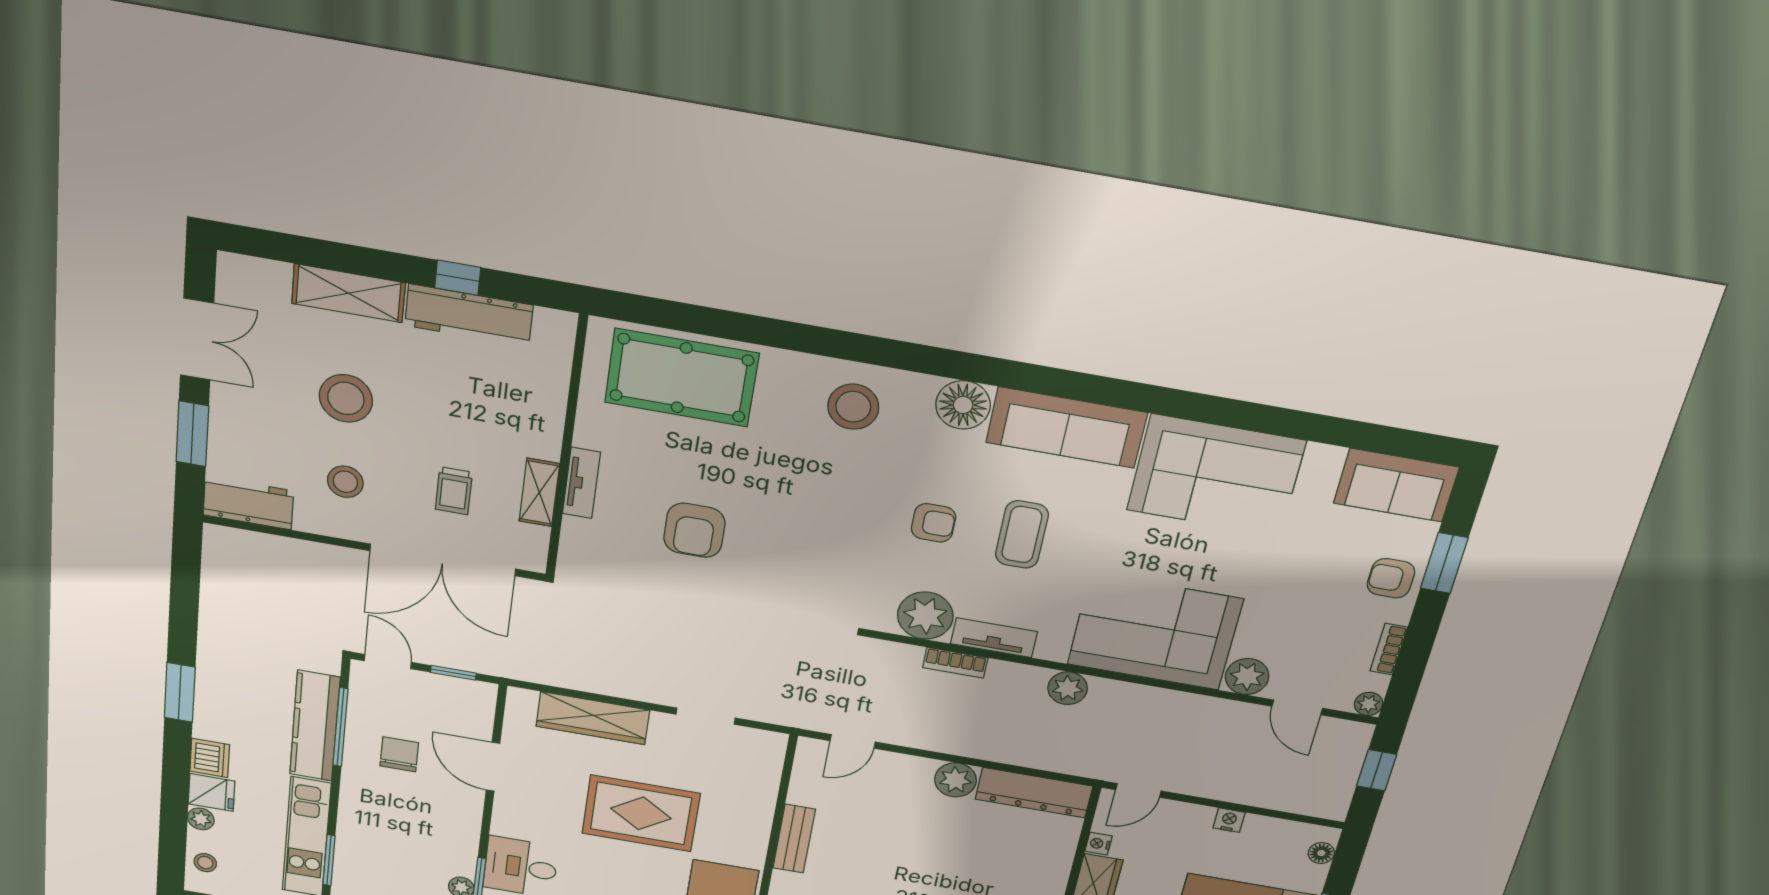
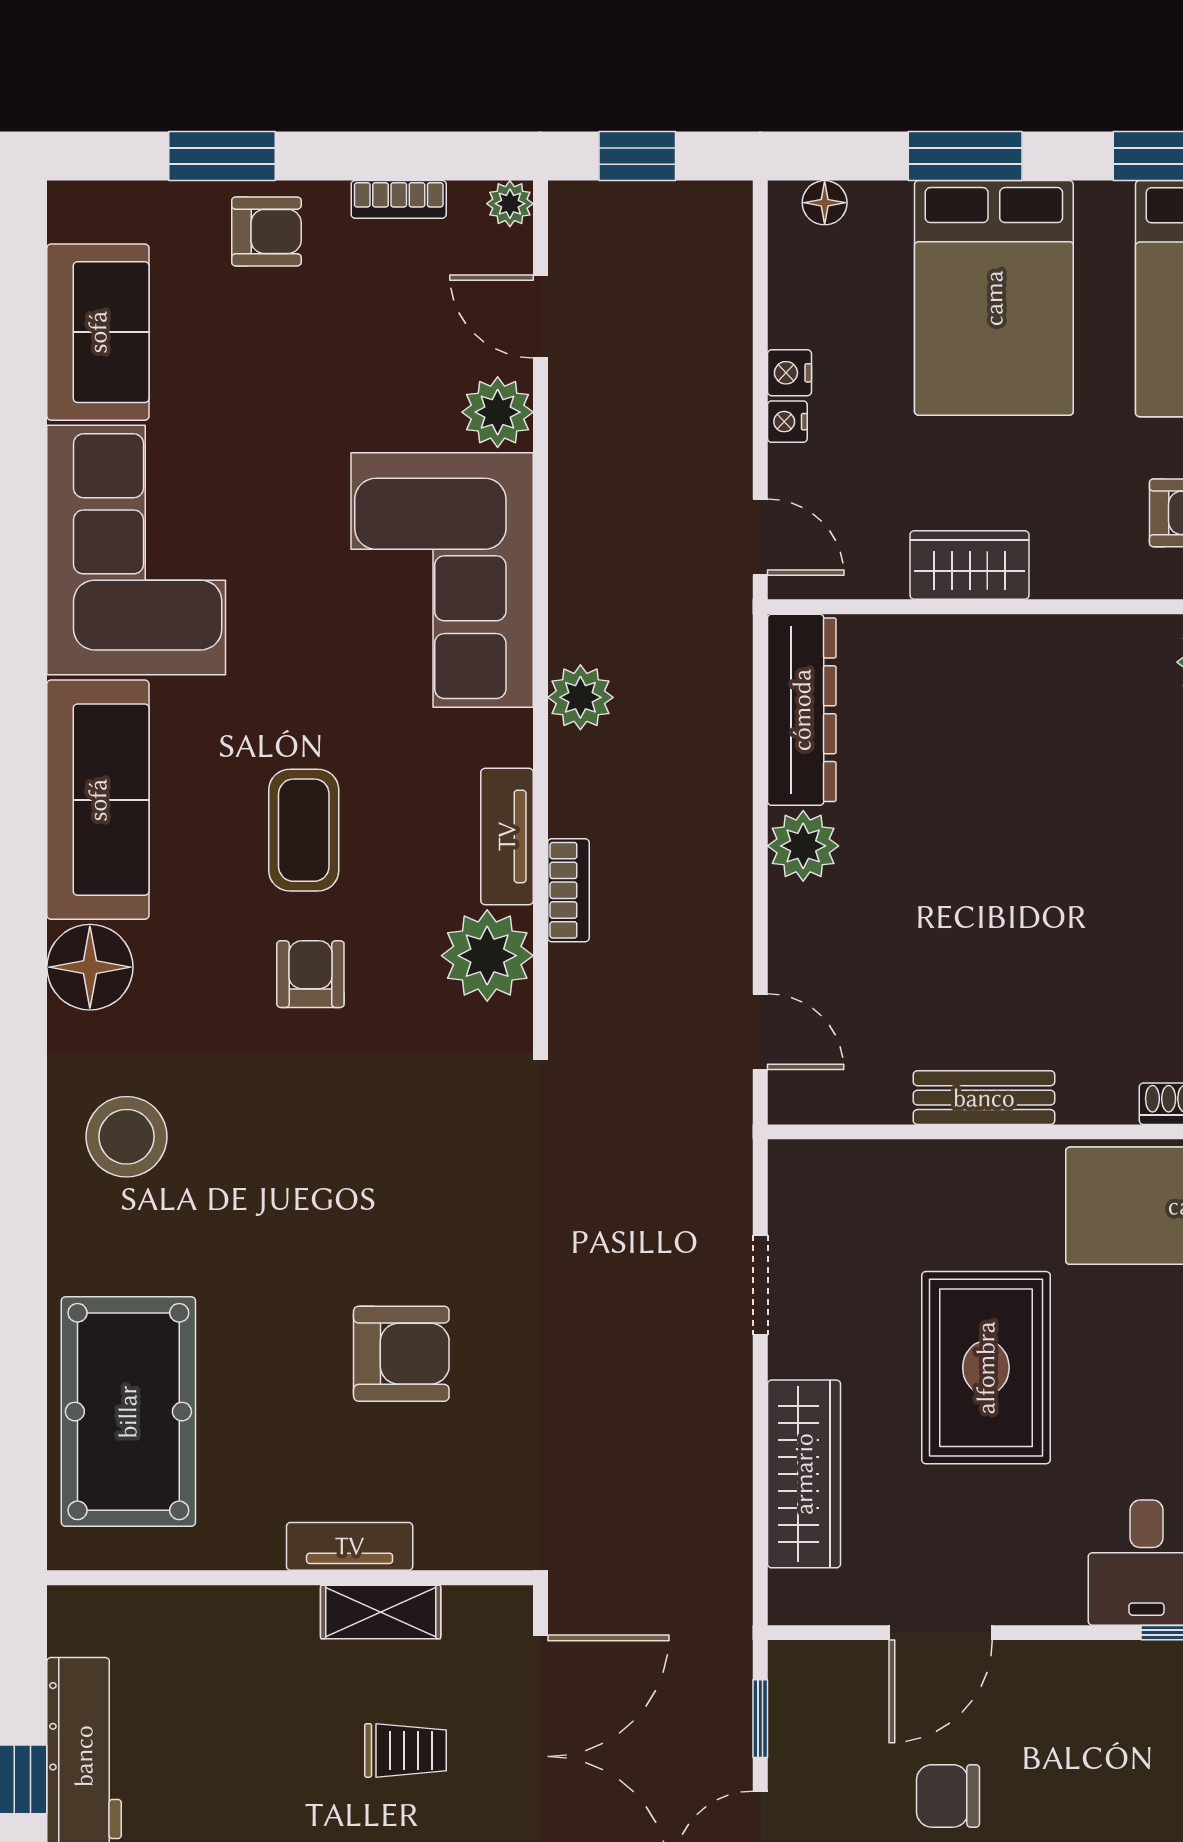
sofa: (1396, 485) -> (98, 332), moved
coffee table: (1022, 535) -> (304, 830), turned 90
armchair: (1391, 578) -> (266, 231), turned -90
door: (1297, 707) -> (540, 316), swing flipped
nightstand: (1098, 844) -> (787, 422), moved, turned 90

